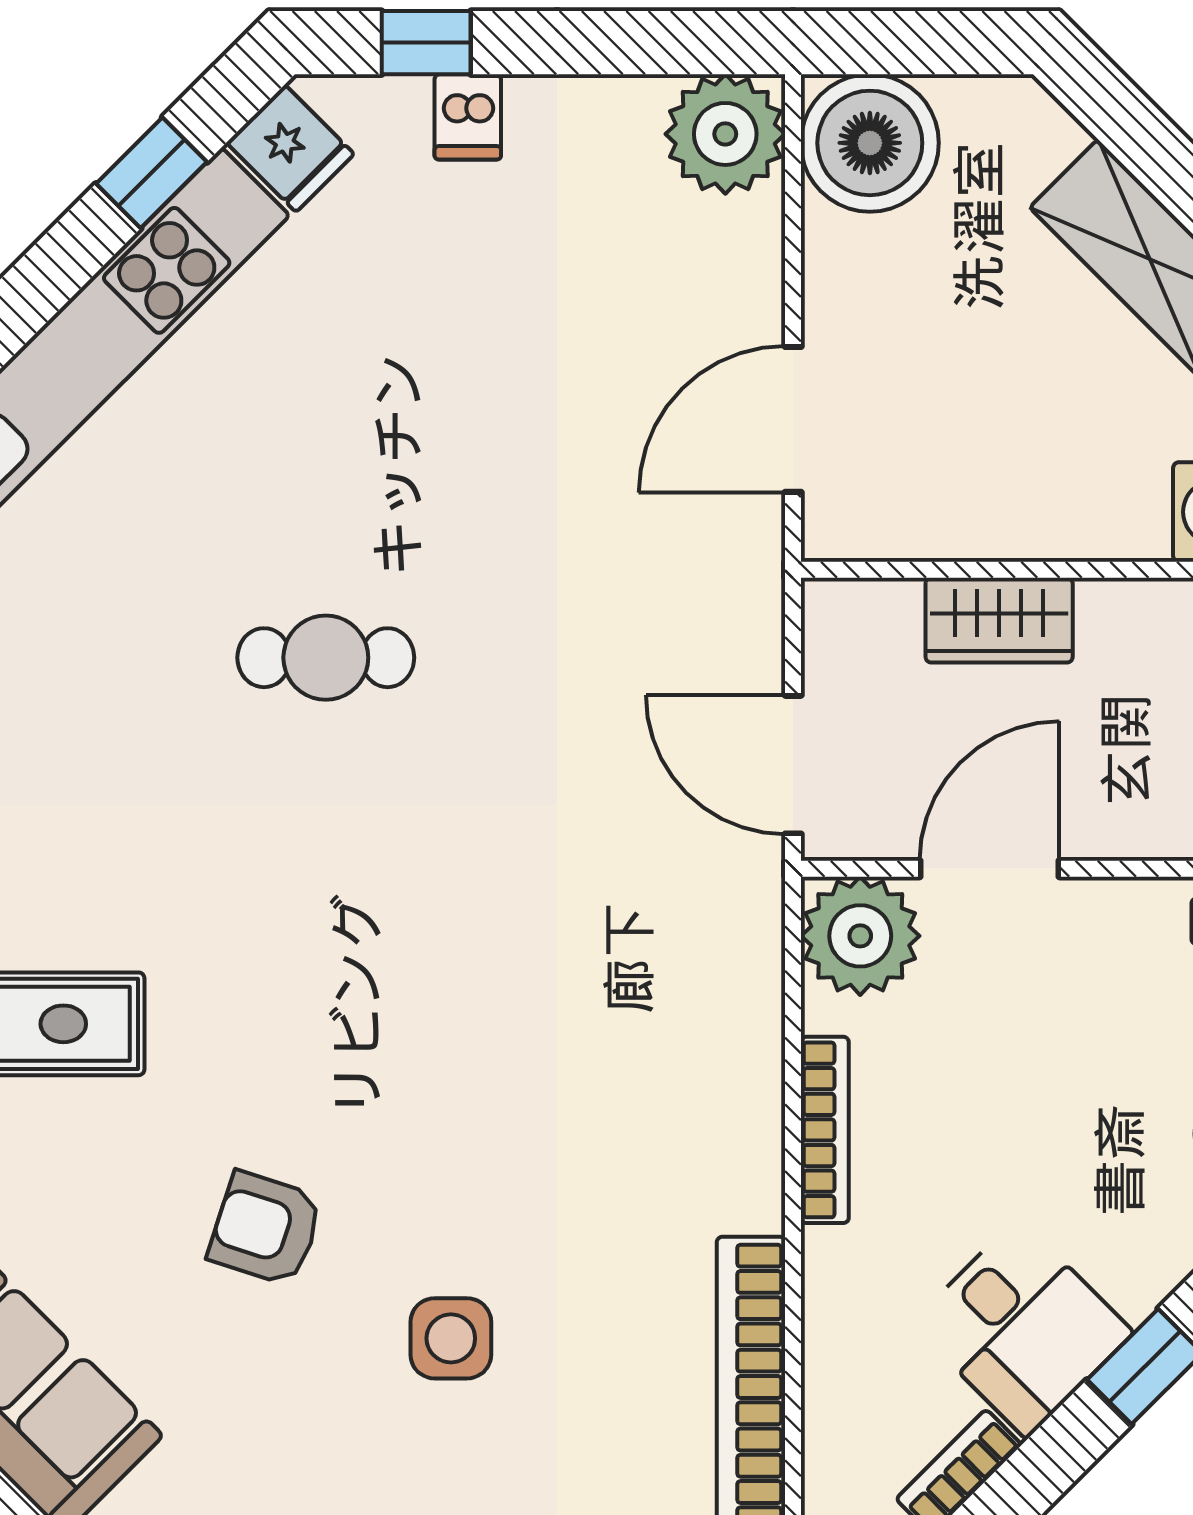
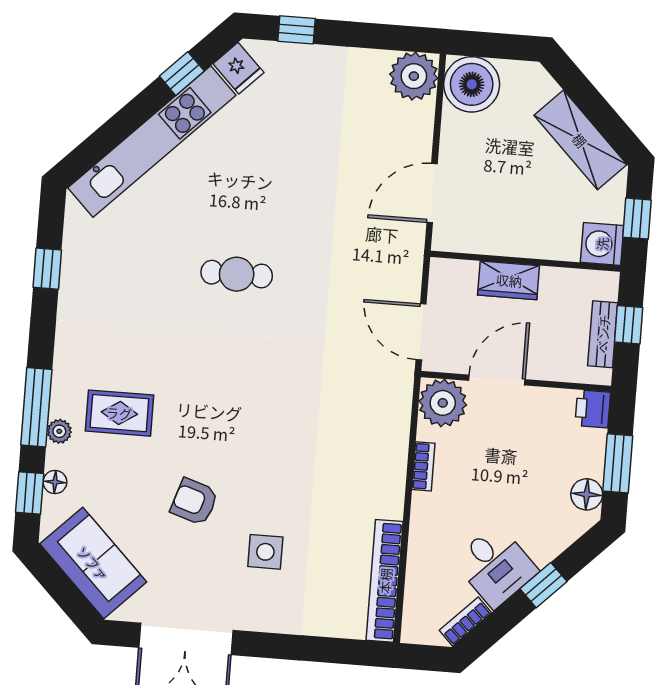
dishwasher: (468, 117) -> (311, 61), removed
bookcase: (825, 1130) -> (423, 466), width x0.64

